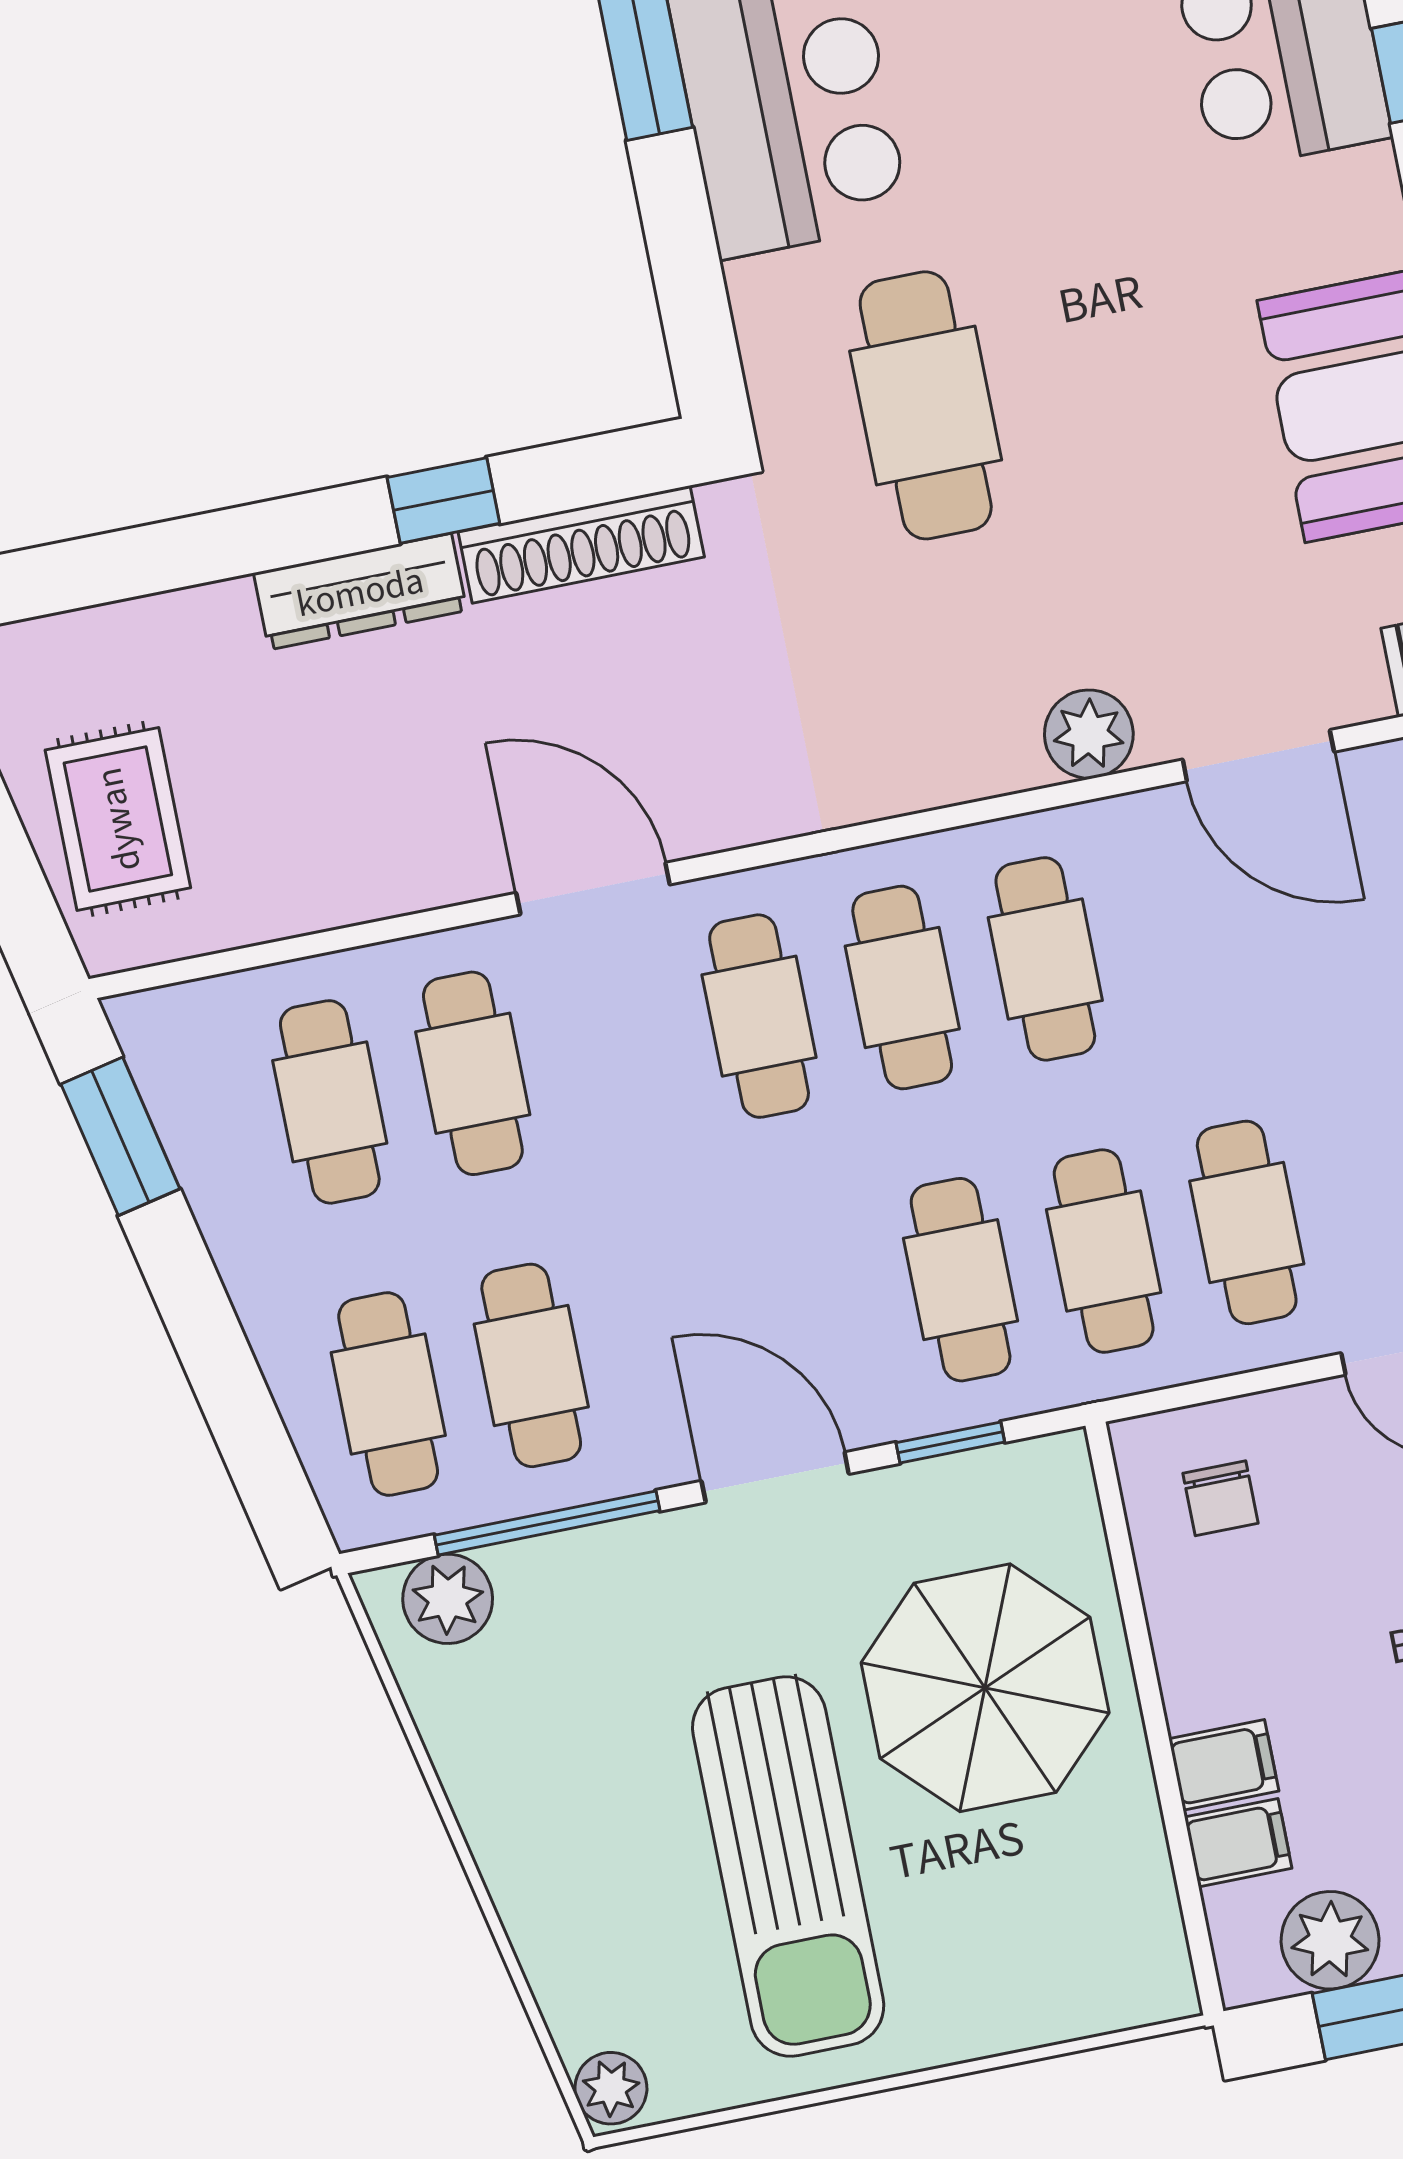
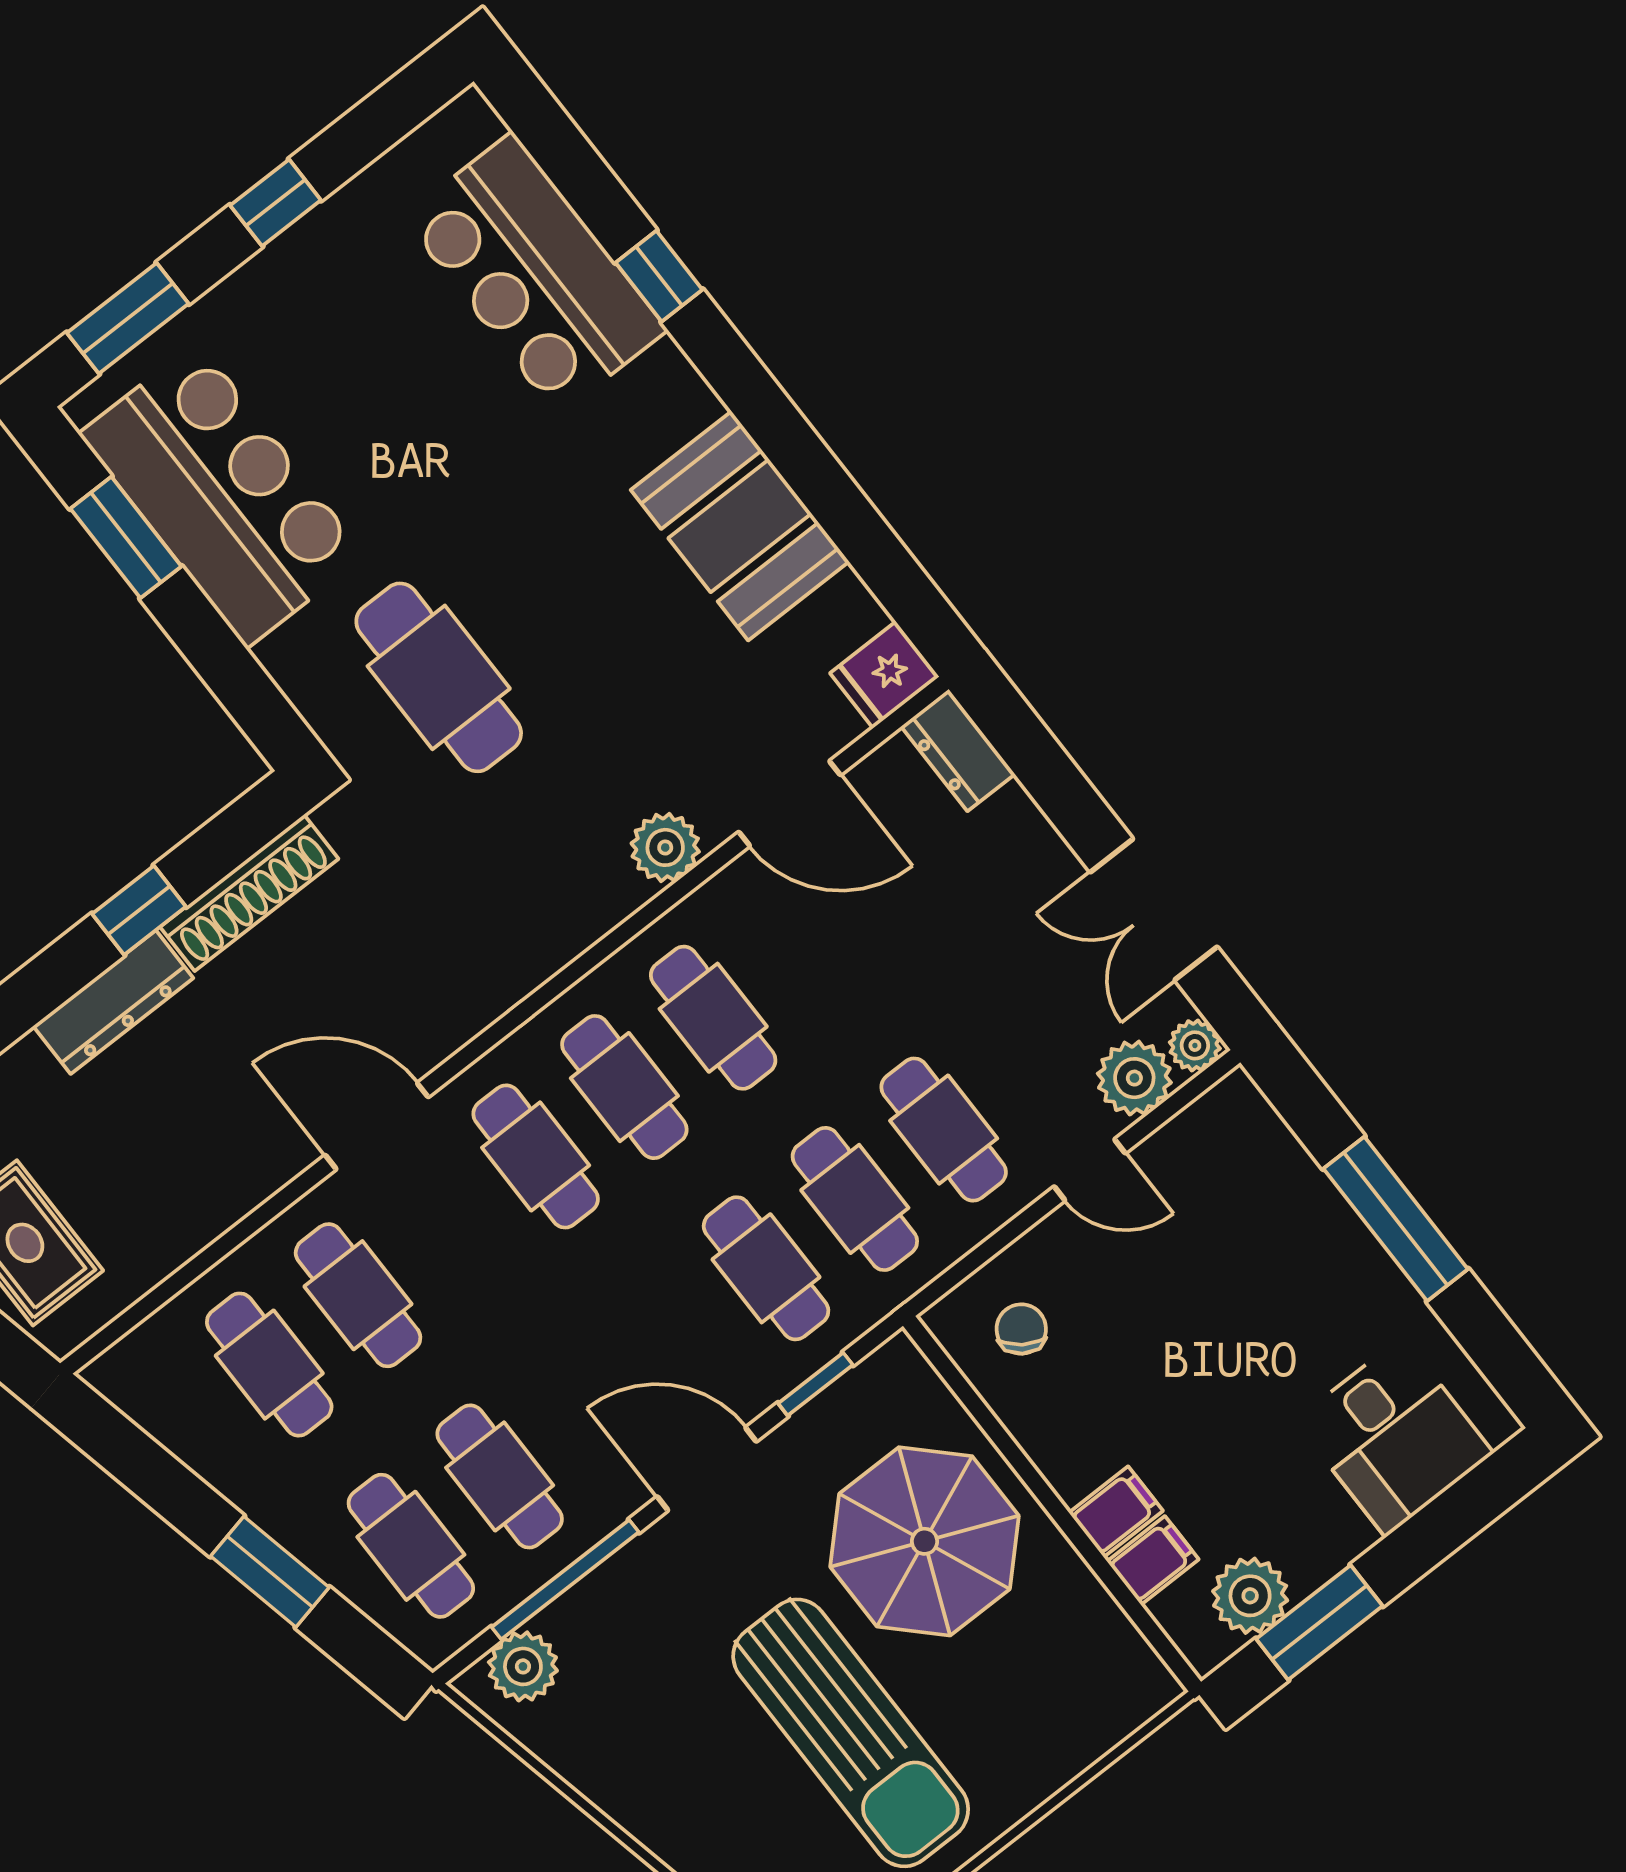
window: (120, 1136) -> (270, 1572), moved
chair: (1221, 1498) -> (1021, 1329), turned -145

